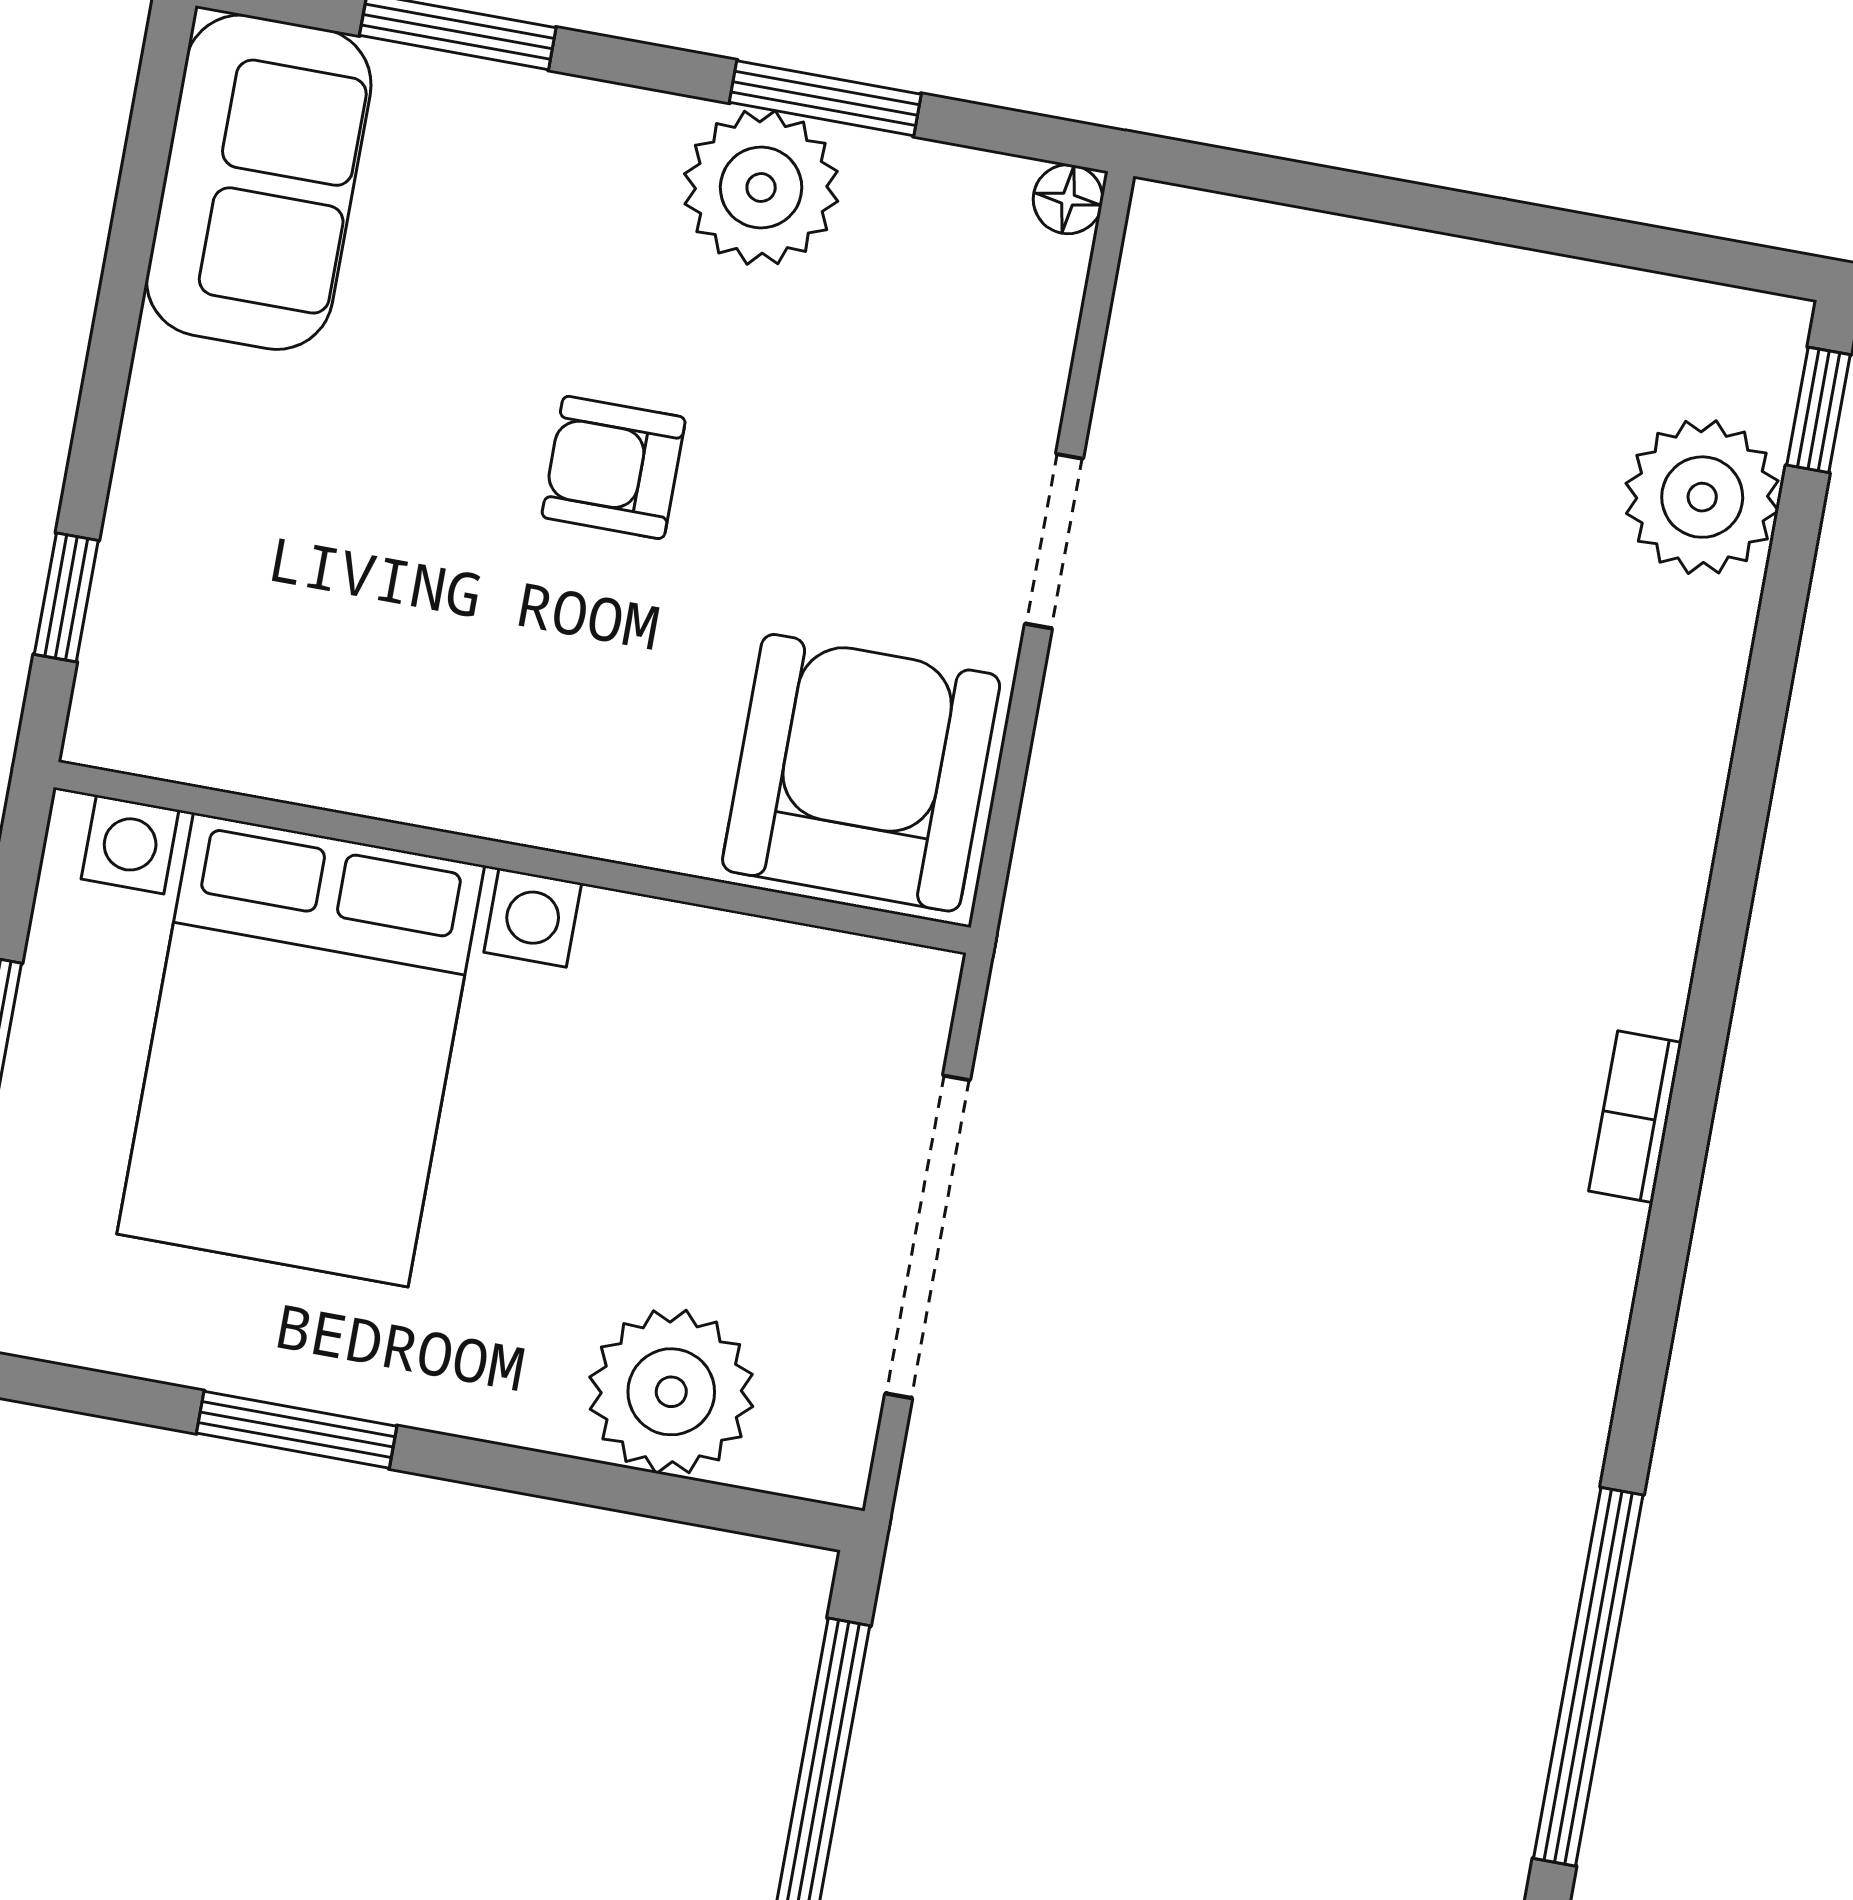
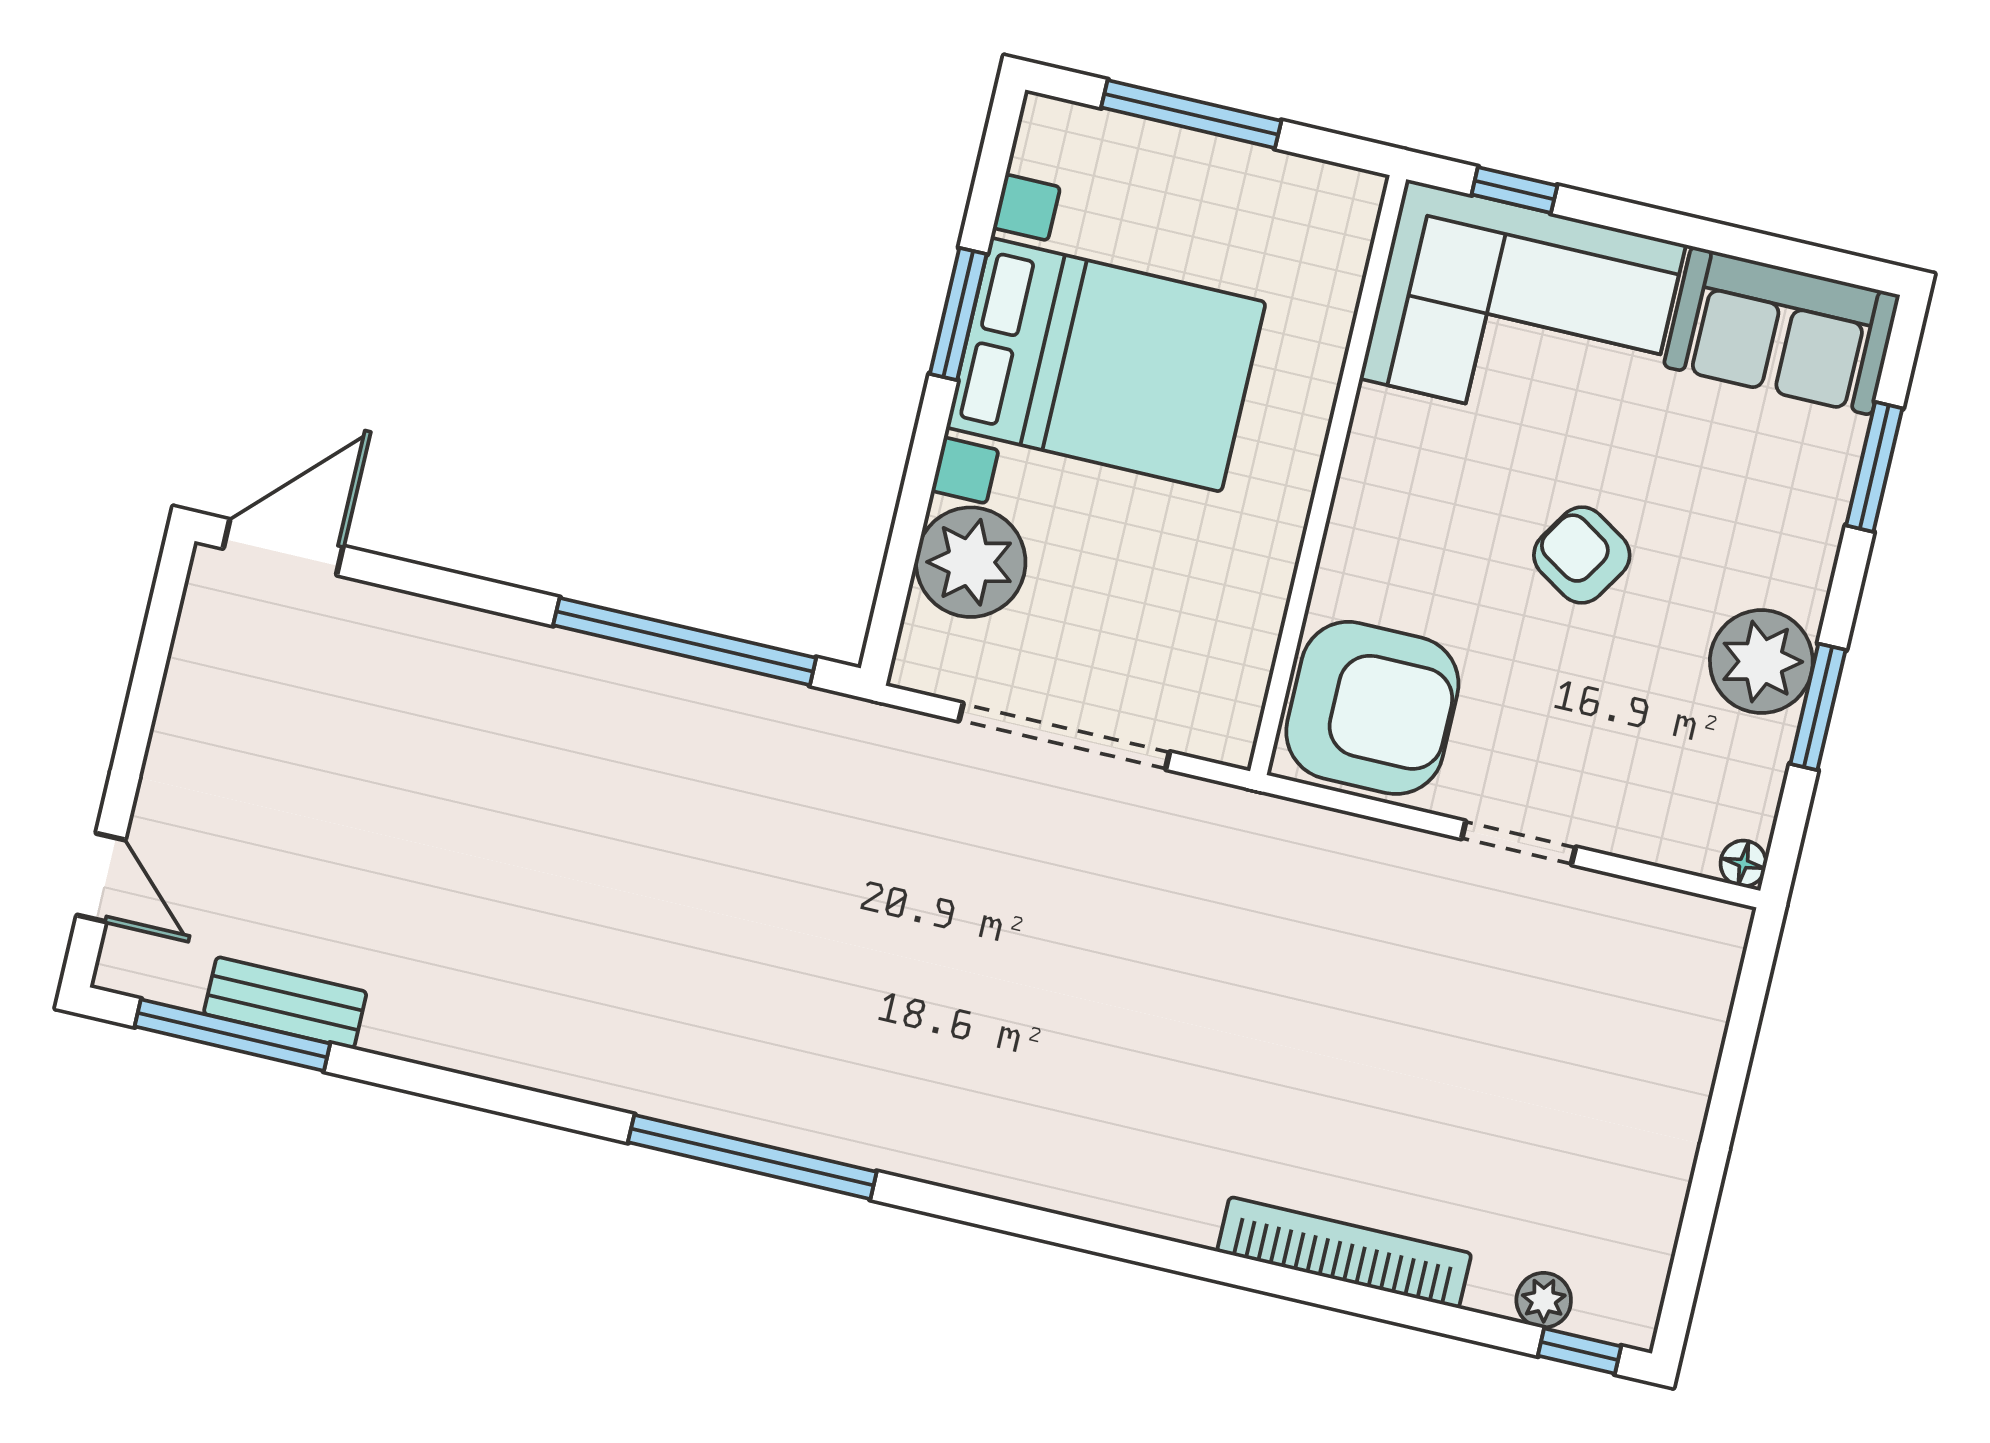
armchair: (614, 467) -> (1582, 555), turned -58
plant: (1702, 497) -> (1544, 1300), width x0.53, depth x0.53
corner sofa: (250, 576) -> (1523, 312), added
bed with nightstands: (301, 1050) -> (1106, 365), moved, turned 180
bookcase: (1635, 1117) -> (1344, 1252), moved, width x2.31, depth x1.31

